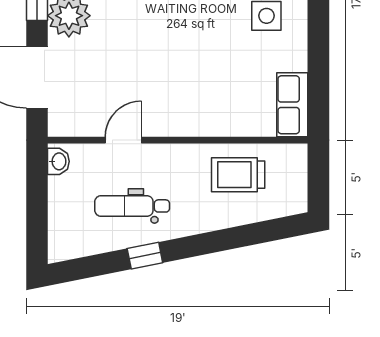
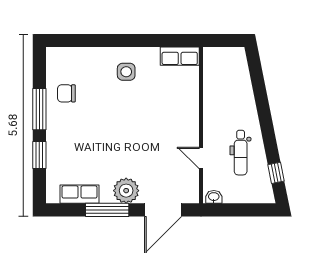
trolley: (238, 175) -> (222, 89), removed
window: (145, 256) -> (276, 173), moved

